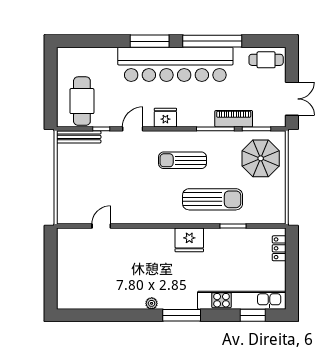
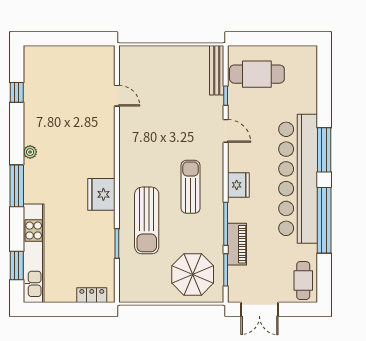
fridge: (165, 118) -> (238, 185), moved
window: (98, 315) -> (17, 92), added

